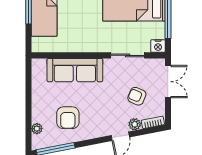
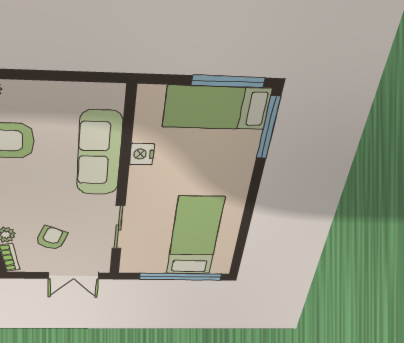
nightstand: (158, 46) -> (142, 154), moved

